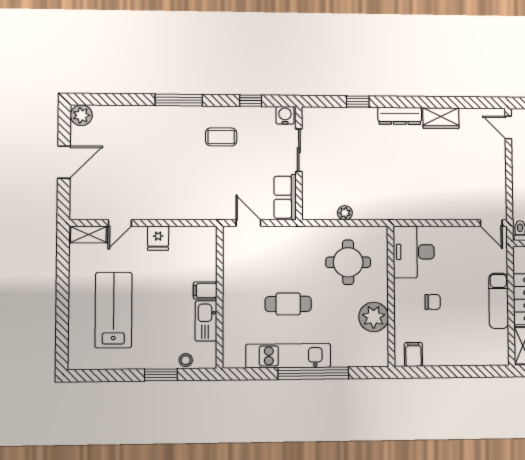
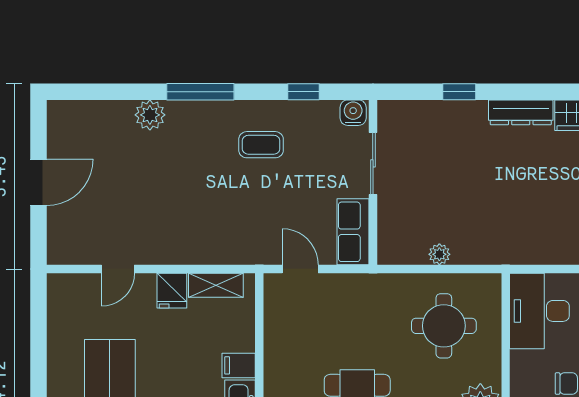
plant: (81, 115) -> (150, 115), moved
shelving: (88, 234) -> (216, 285), moved

